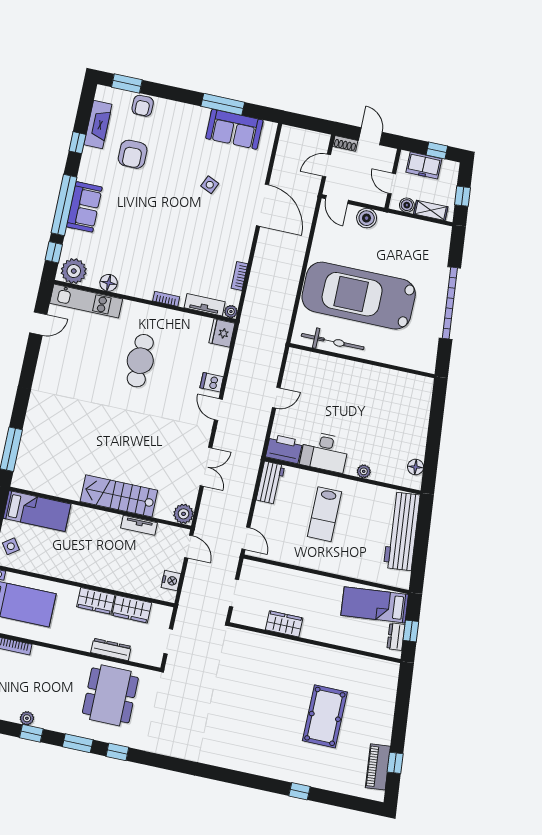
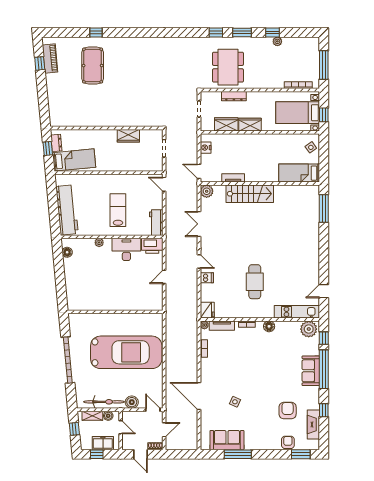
floor lamp: (109, 283) -> (269, 326), moved
bicycle: (333, 342) -> (104, 402), moved, turned 180
pool table: (325, 716) -> (93, 66), moved

